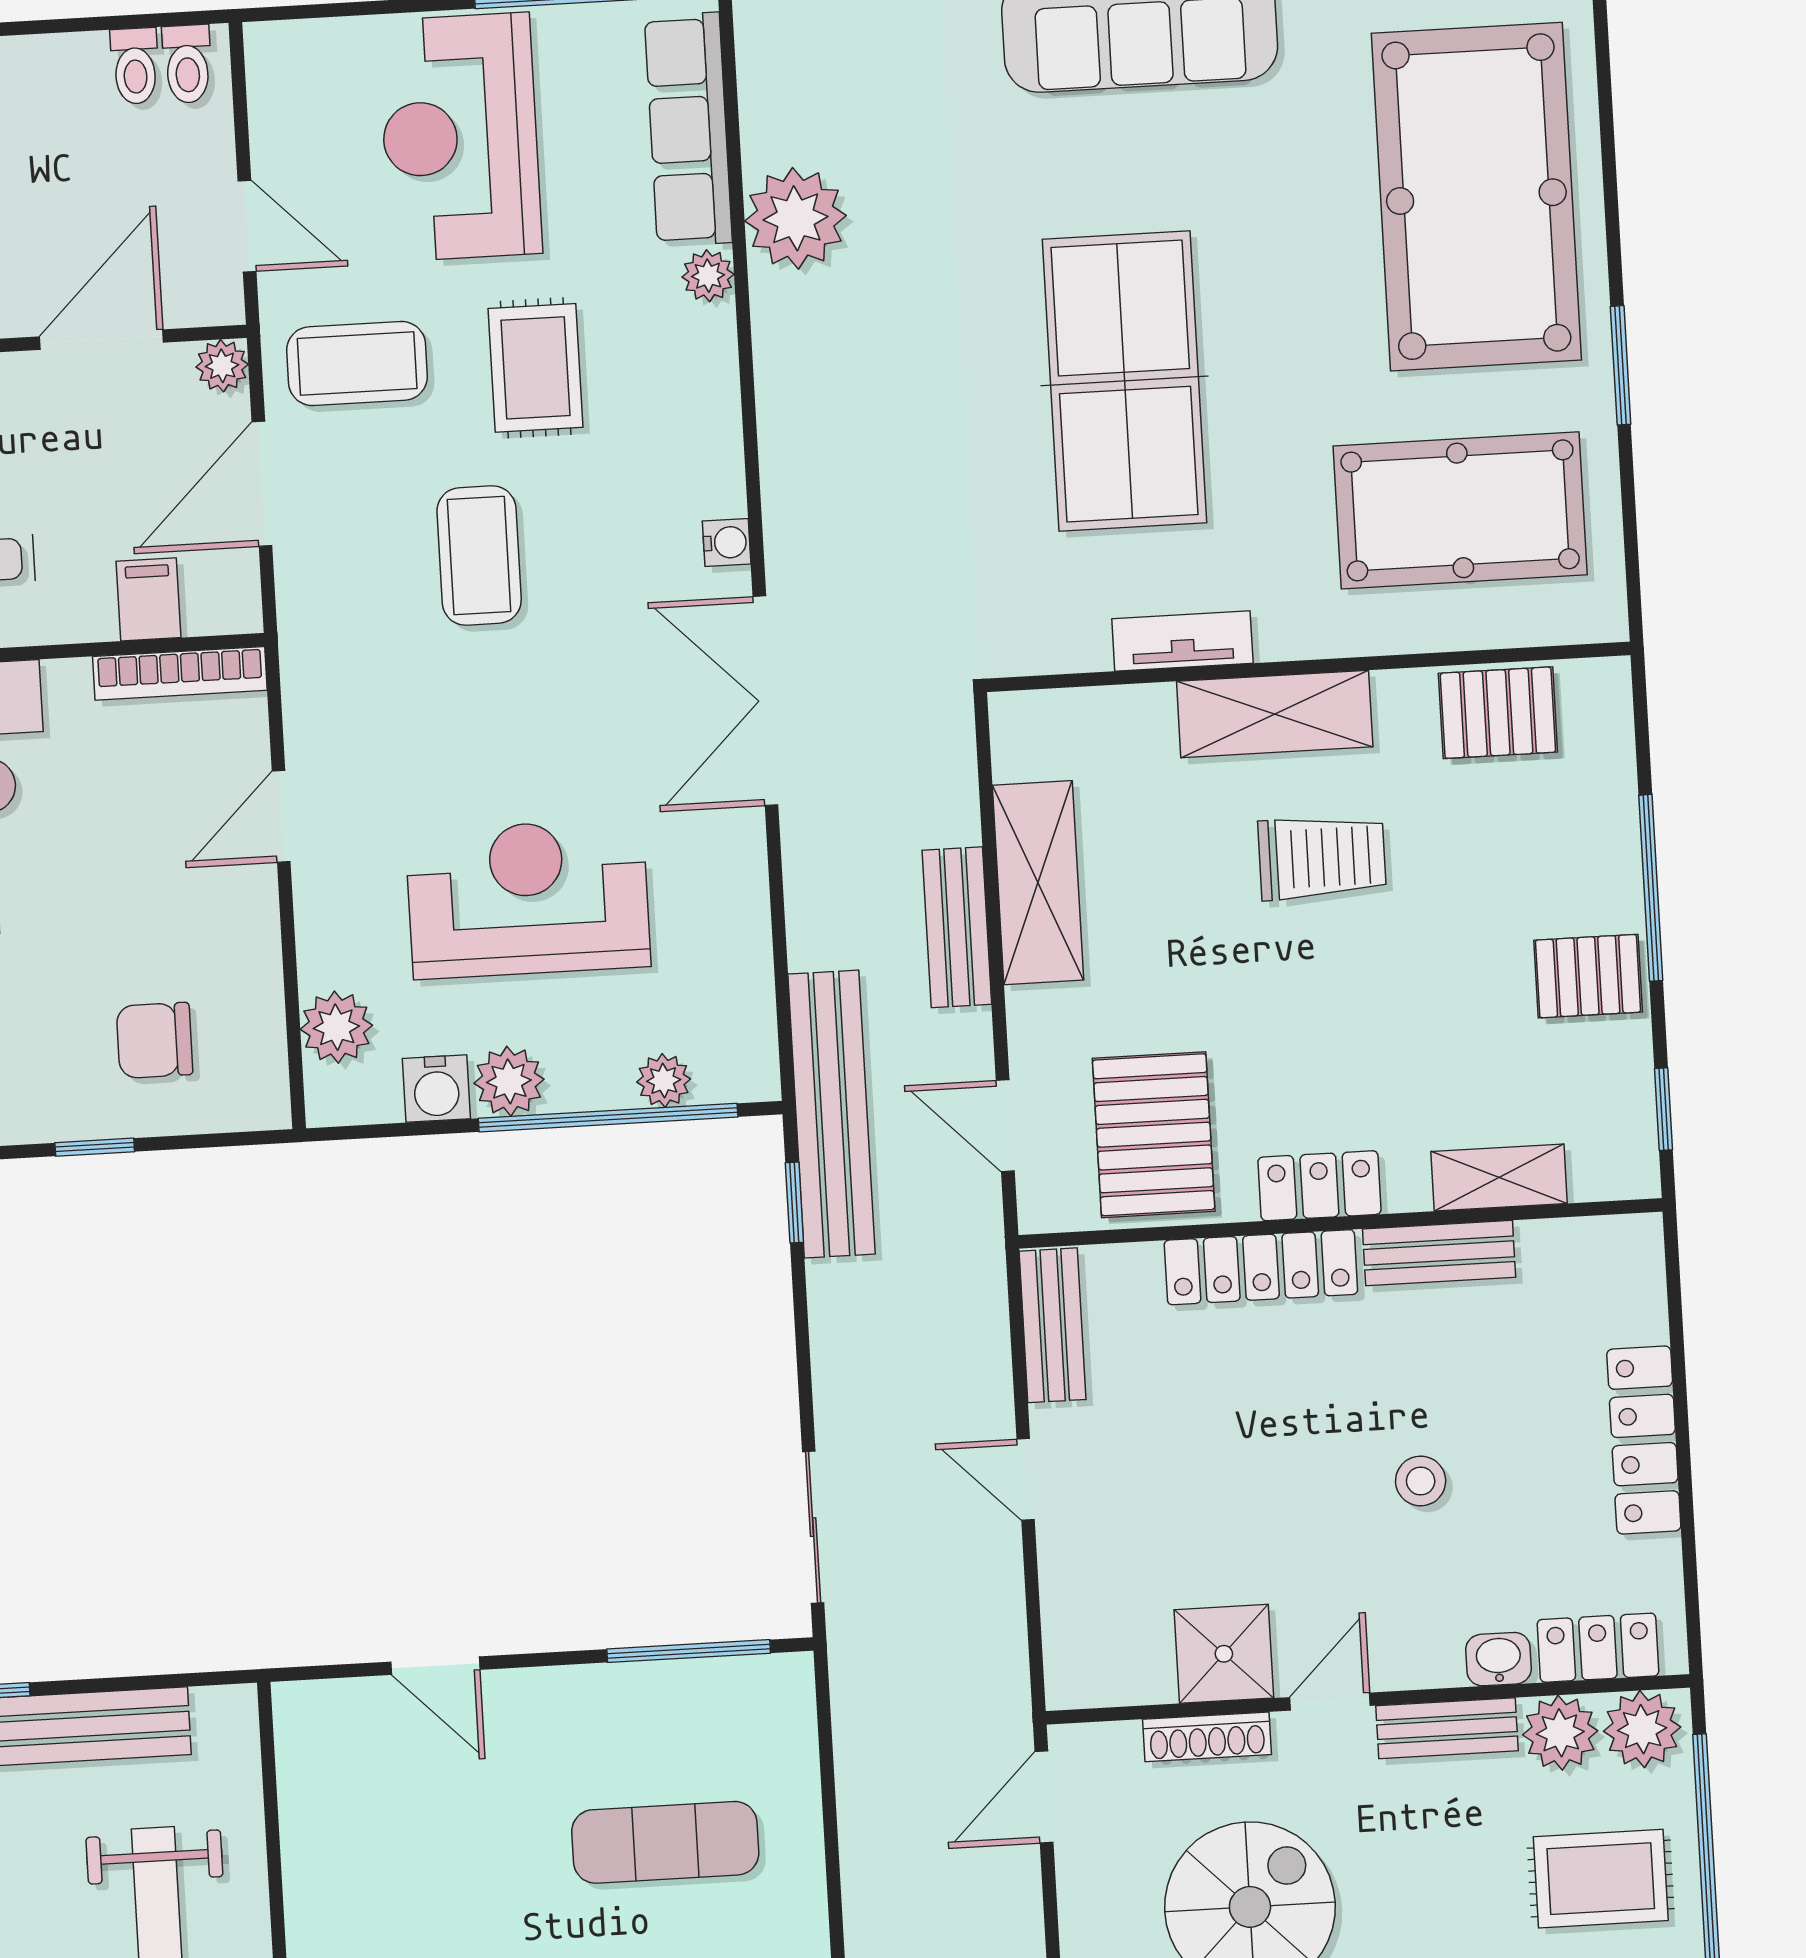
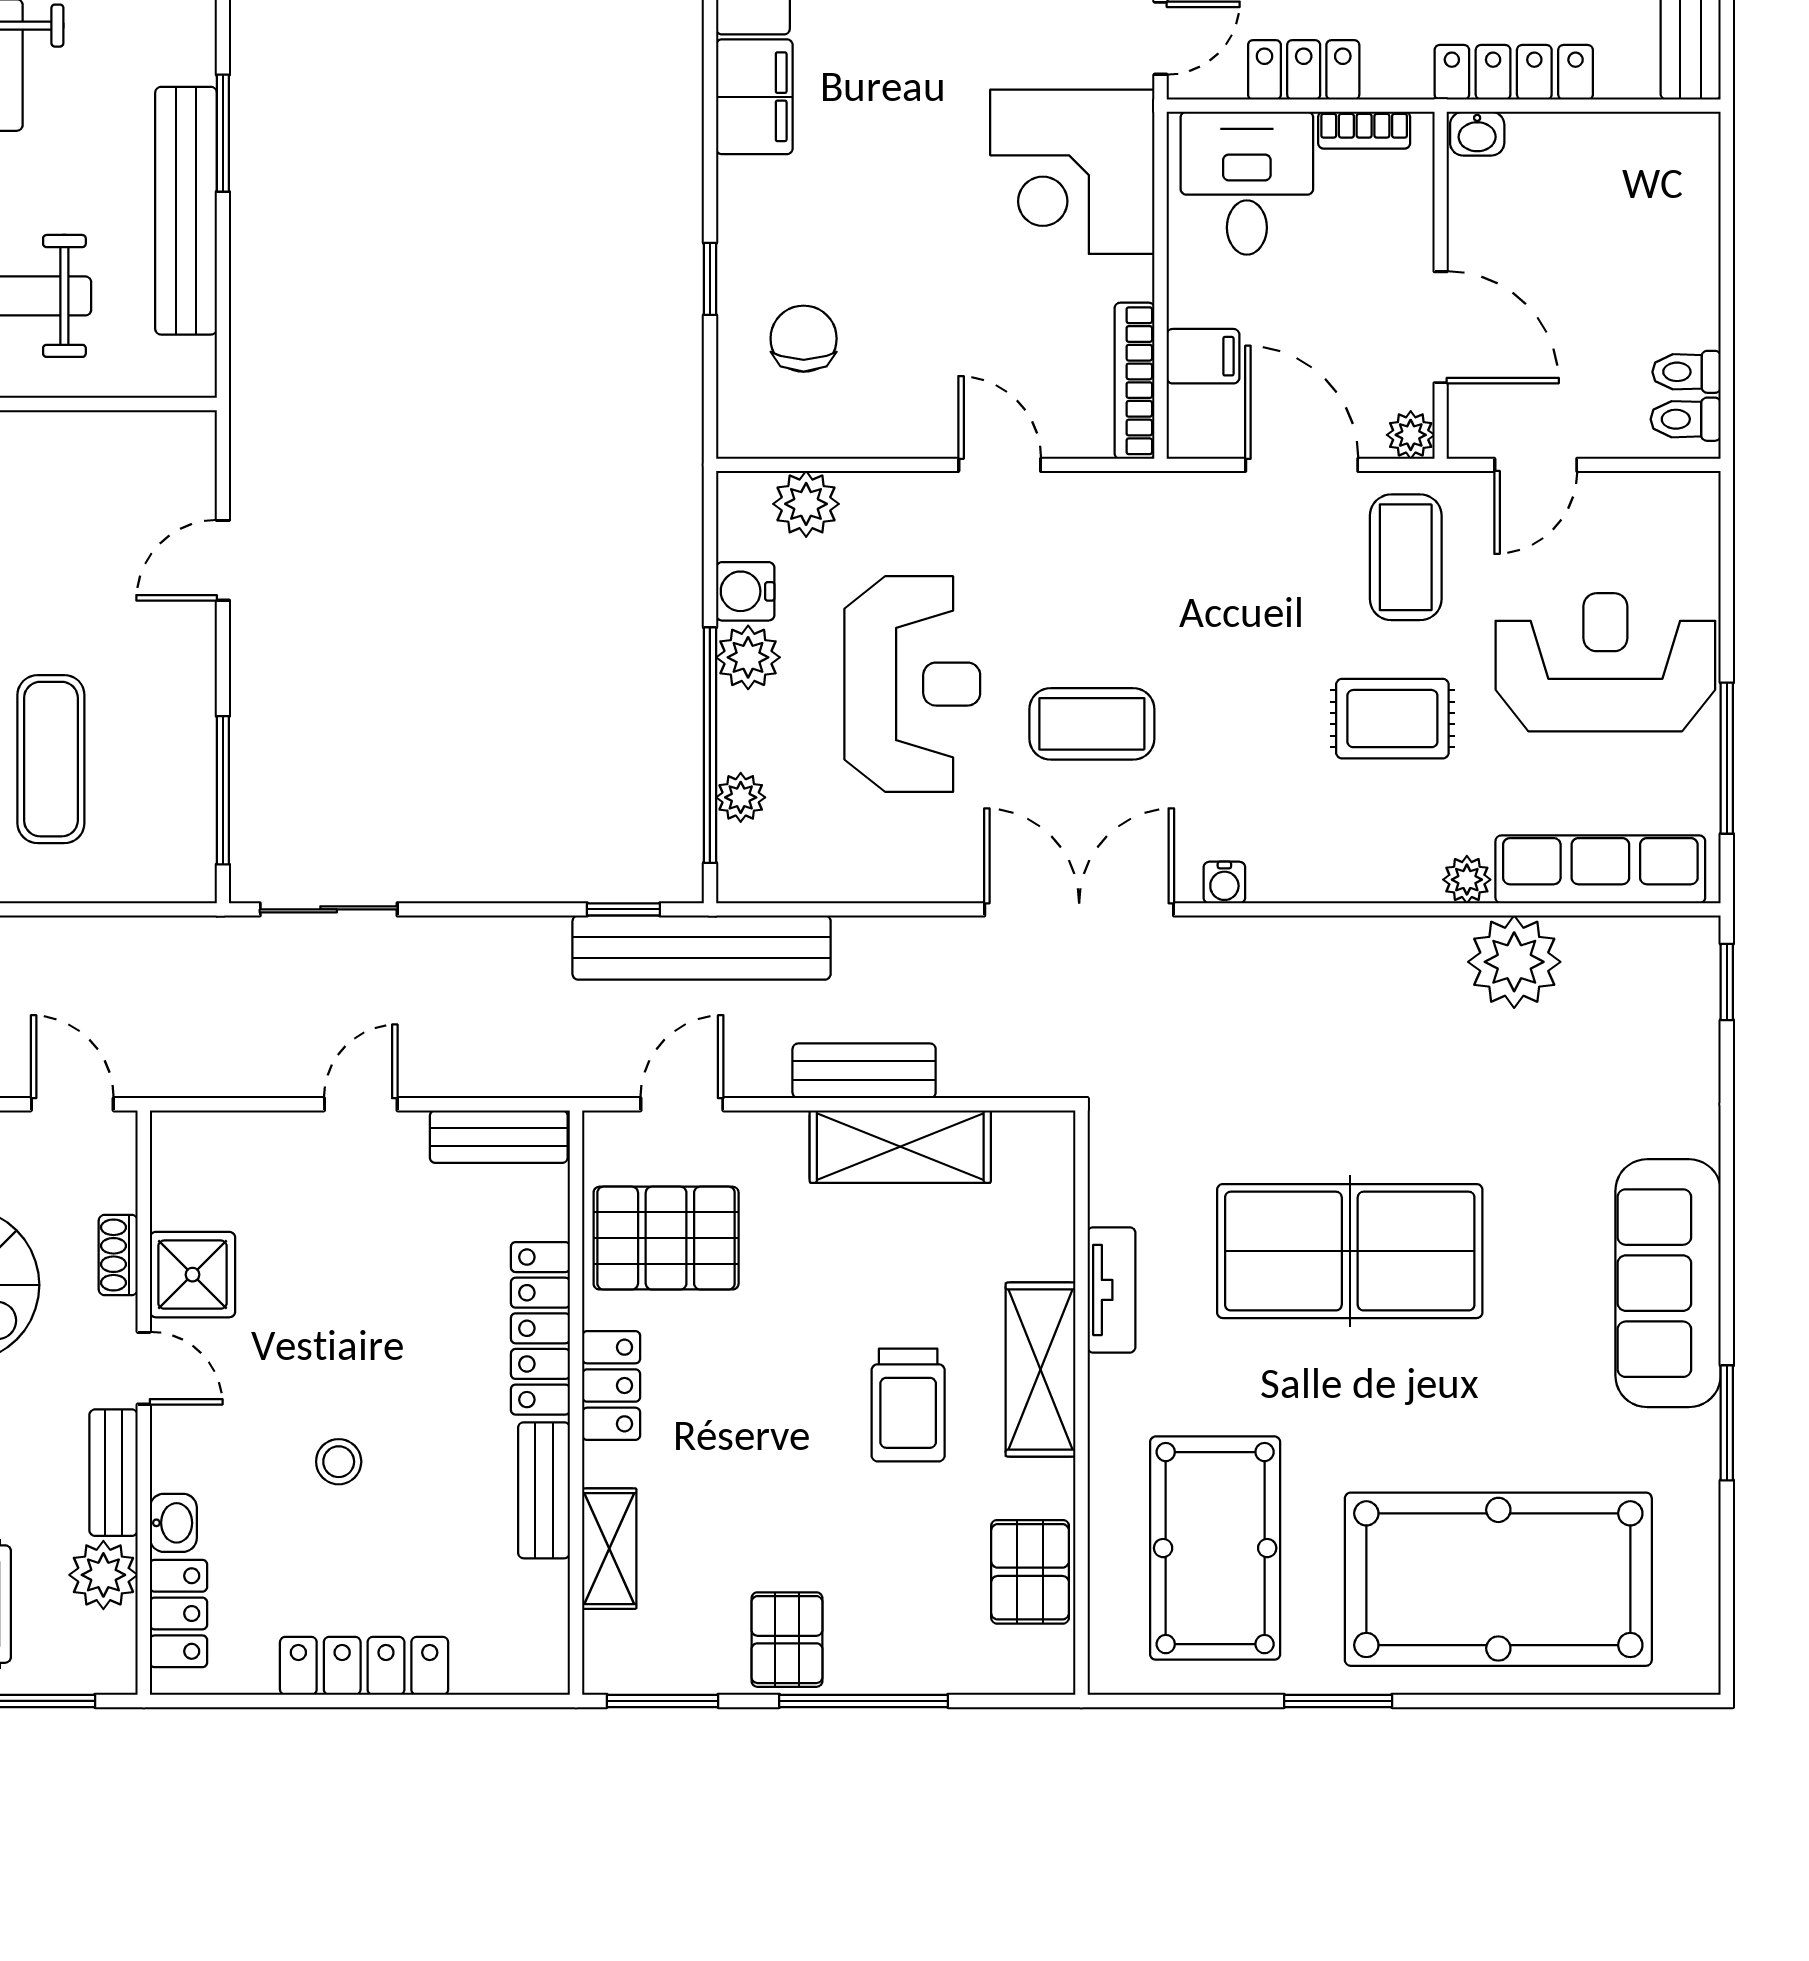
coffee table: (479, 555) -> (1092, 724), moved
window: (1663, 1109) -> (663, 1701), width x1.50
plant: (1642, 1729) -> (102, 1649), removed
shoe rack: (1207, 1737) -> (118, 1255), width x0.70

